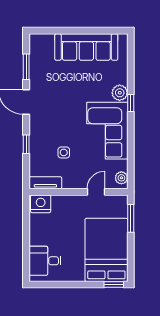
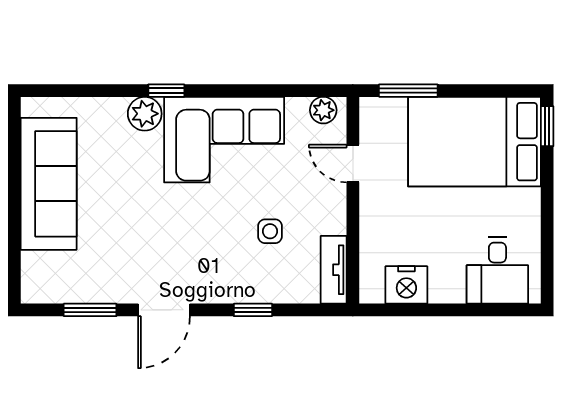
nightstand: (41, 204) -> (406, 285), moved, turned -90

